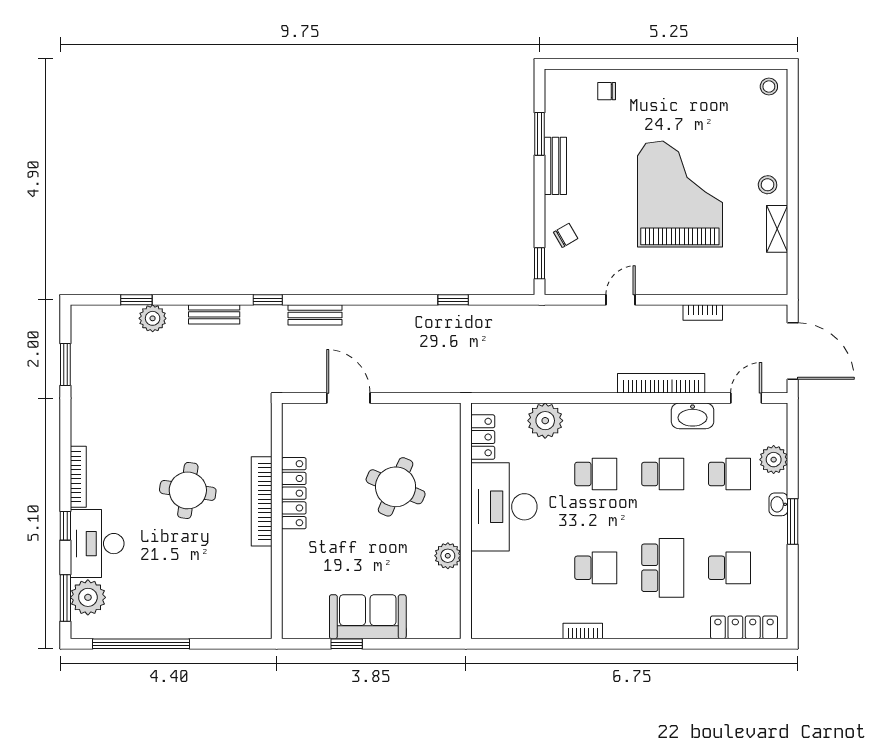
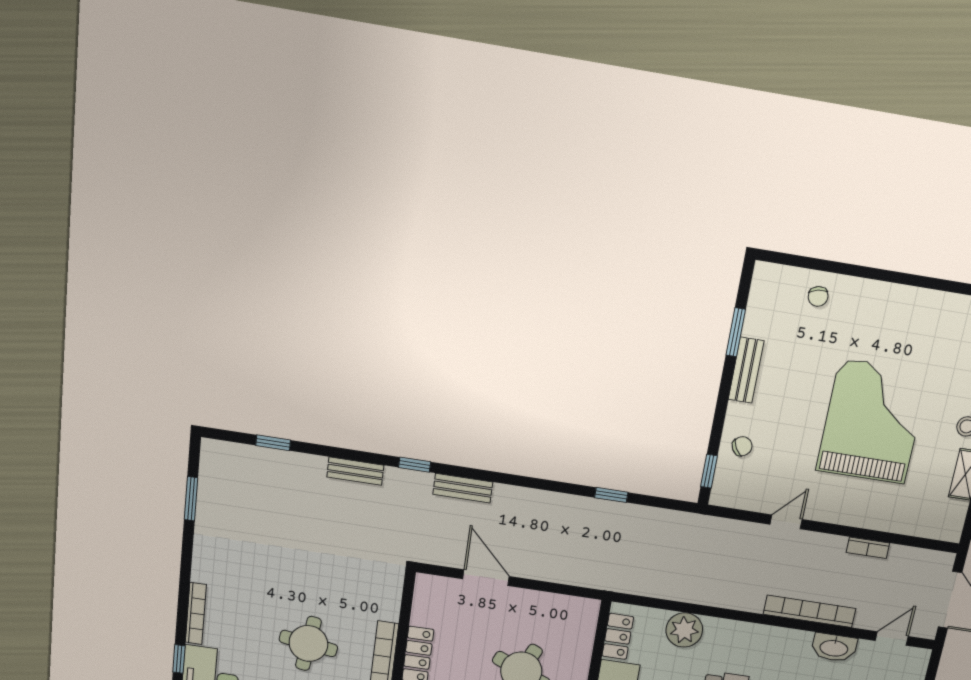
chair: (607, 91) -> (818, 296), turned -101
plant: (153, 318) -> (289, 465), removed

